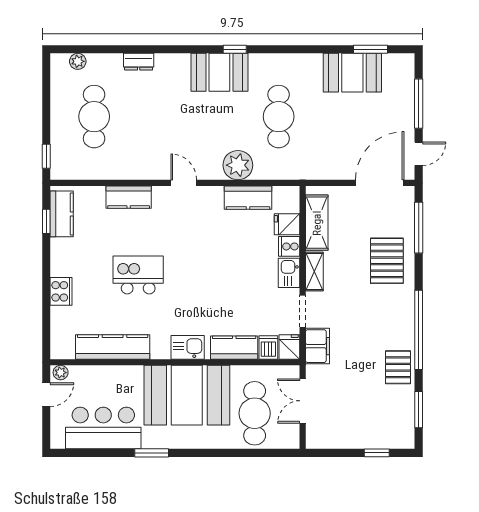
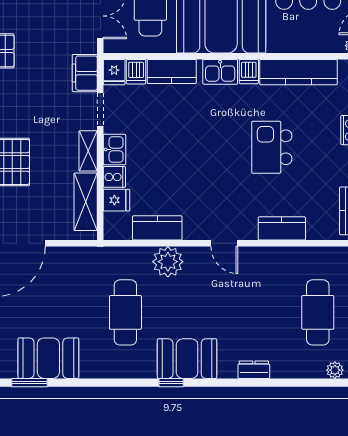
dresser: (139, 62) -> (254, 370), moved
kitchen island: (138, 275) -> (272, 147), turned 90
dishwasher: (160, 348) -> (249, 72), added

